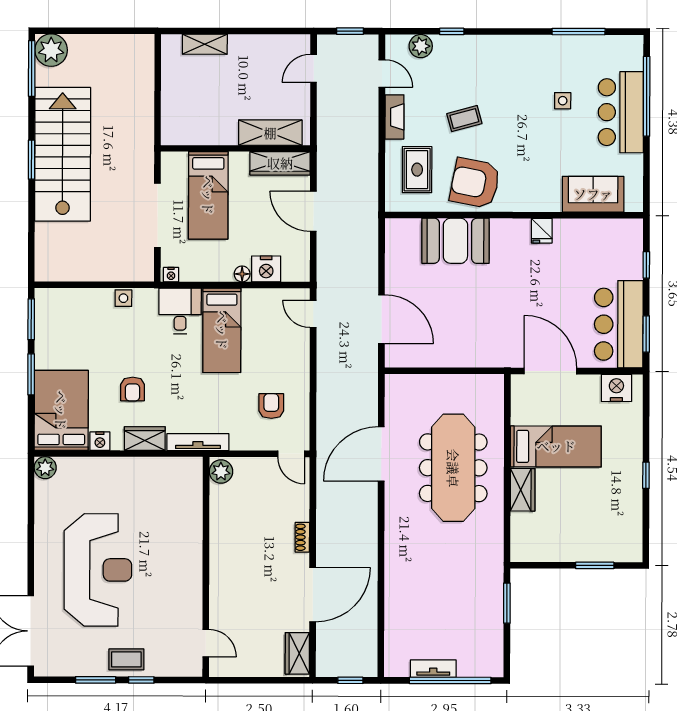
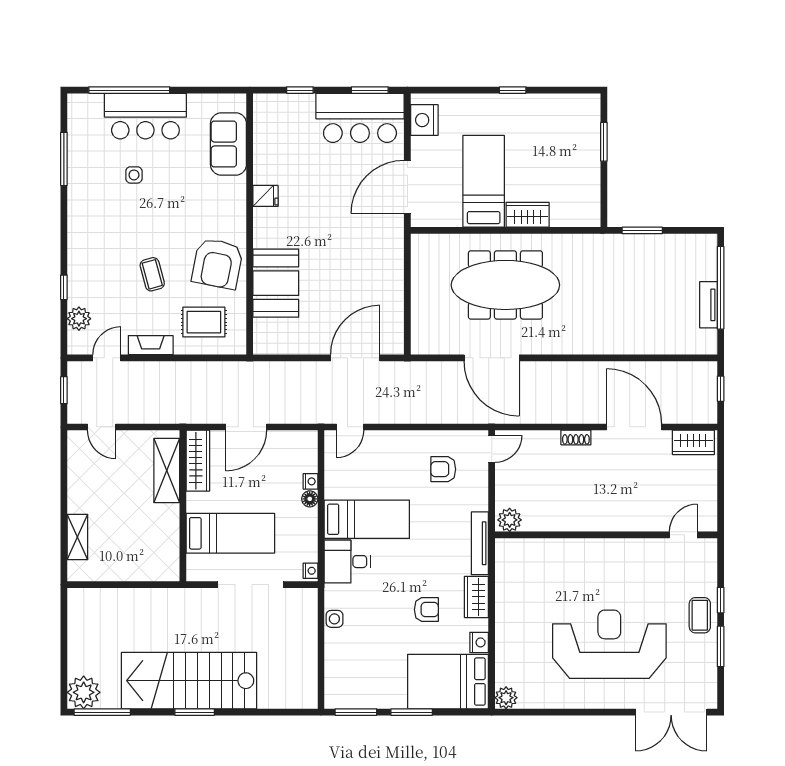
nightstand: (266, 269) -> (310, 481), width x0.53, depth x0.56

